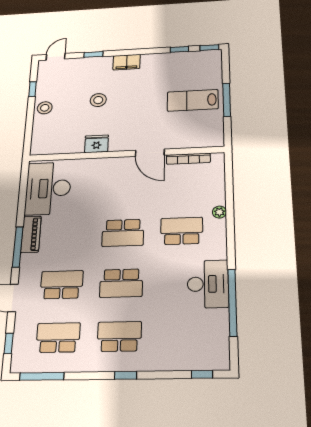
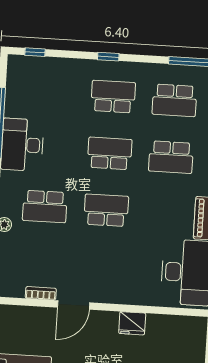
door: (150, 153) -> (74, 305), swing flipped
bookcase: (188, 159) -> (41, 293), width x0.64
school desk: (119, 336) -> (113, 97), turned 180

